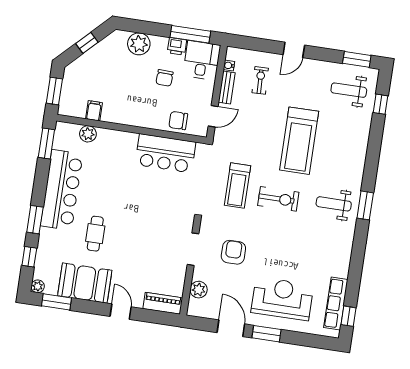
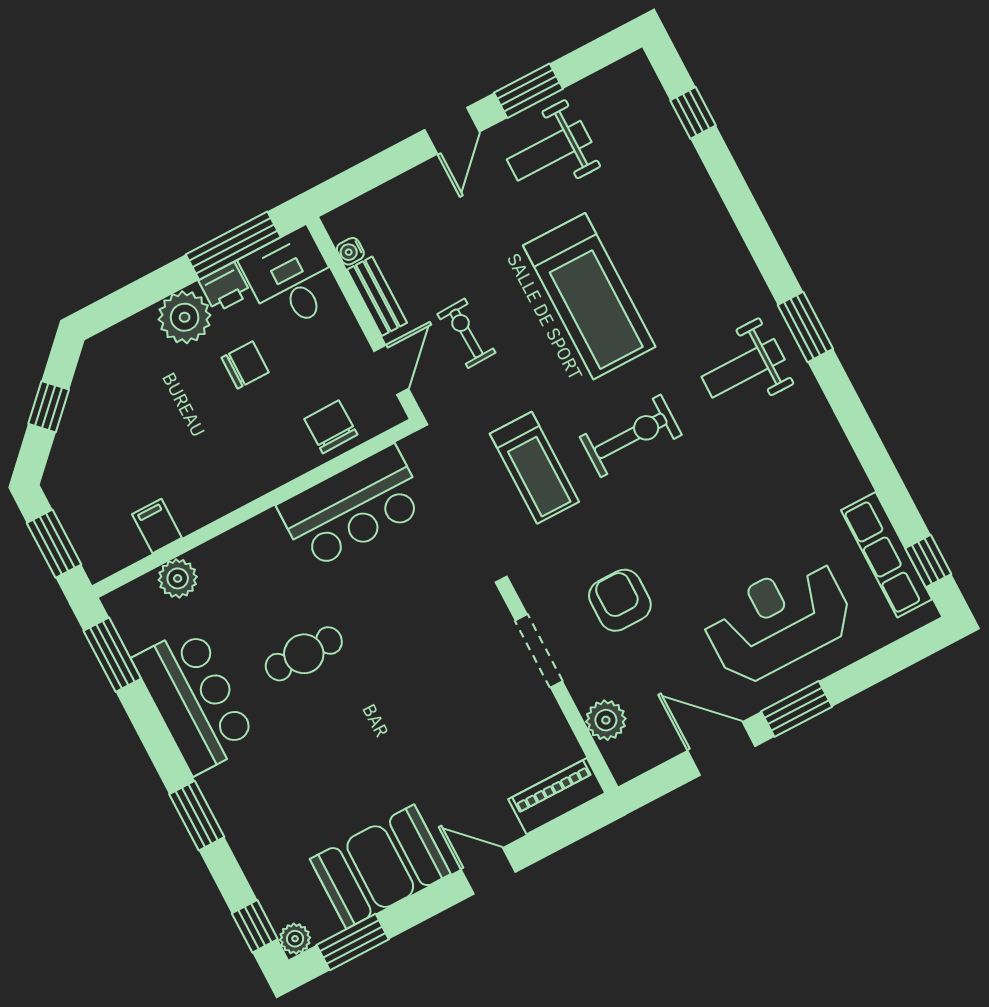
plant: (139, 44) -> (185, 317), moved
window: (357, 59) -> (528, 91), moved
chair: (164, 78) -> (245, 365), turned -92
exercise bike: (260, 80) -> (466, 333), moved
weight bench: (349, 90) -> (549, 151), moved
chair: (178, 121) -> (331, 427), turned 89
bar counter: (62, 190) -> (195, 700), width x0.73
cafe table: (95, 234) -> (304, 654), moved, turned 90
window: (29, 257) -> (255, 926), moved

